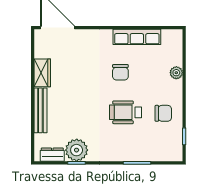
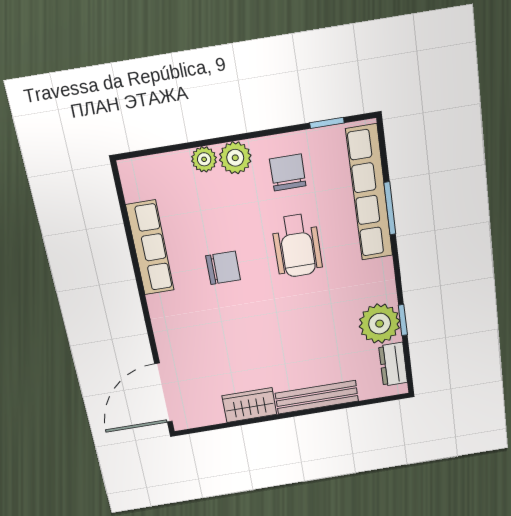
plant: (175, 88) -> (235, 158), added
row of seats: (146, 153) -> (369, 193), added

